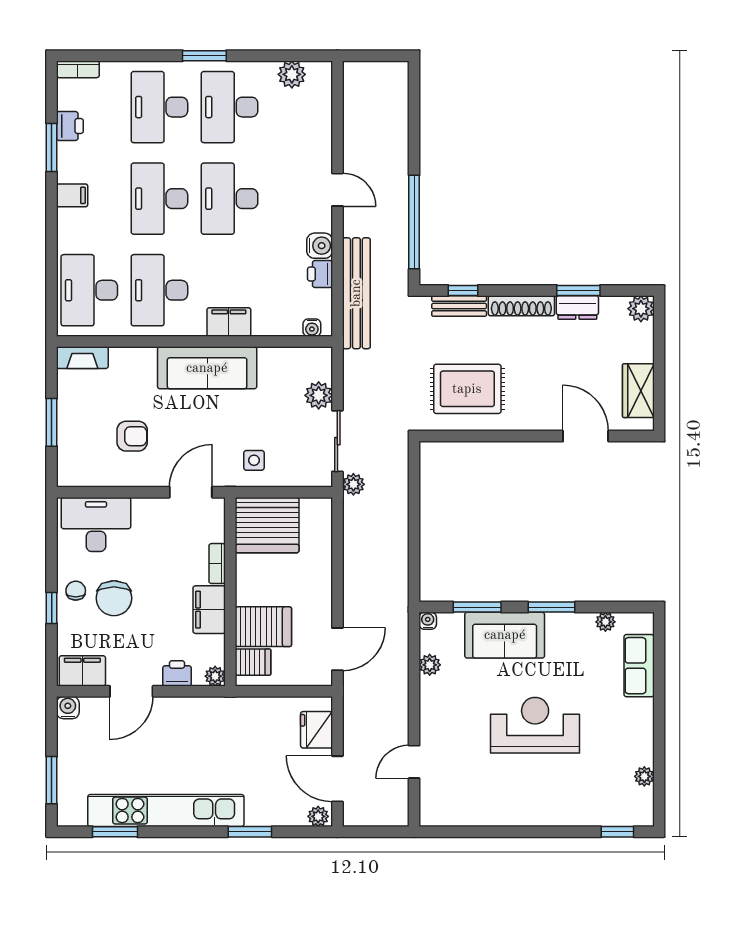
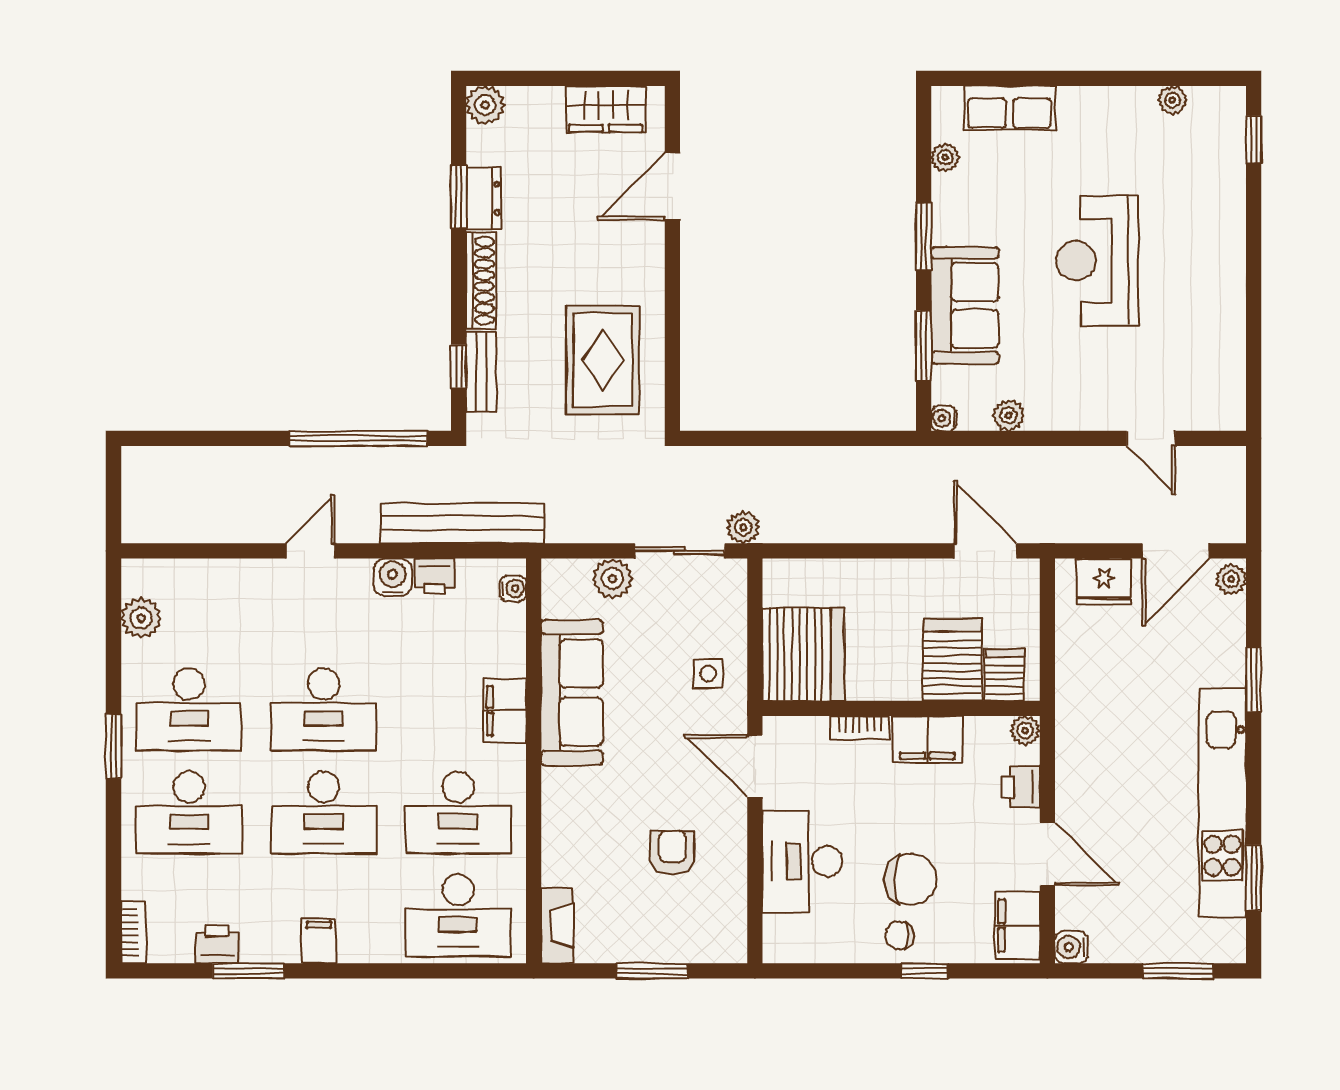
sofa: (207, 368) -> (572, 693), moved
desk: (96, 525) -> (802, 861), moved

